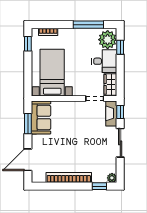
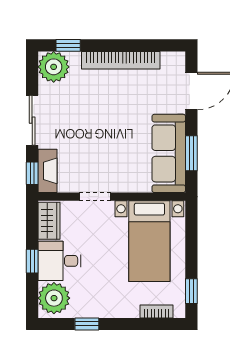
window: (88, 25) -> (87, 324), width x0.46
window: (120, 47) -> (32, 261), moved
doorway: (95, 98) -> (95, 197), moved
sofa: (41, 117) -> (169, 153), width x1.36
plant: (112, 178) -> (54, 67), width x1.88, depth x1.88

